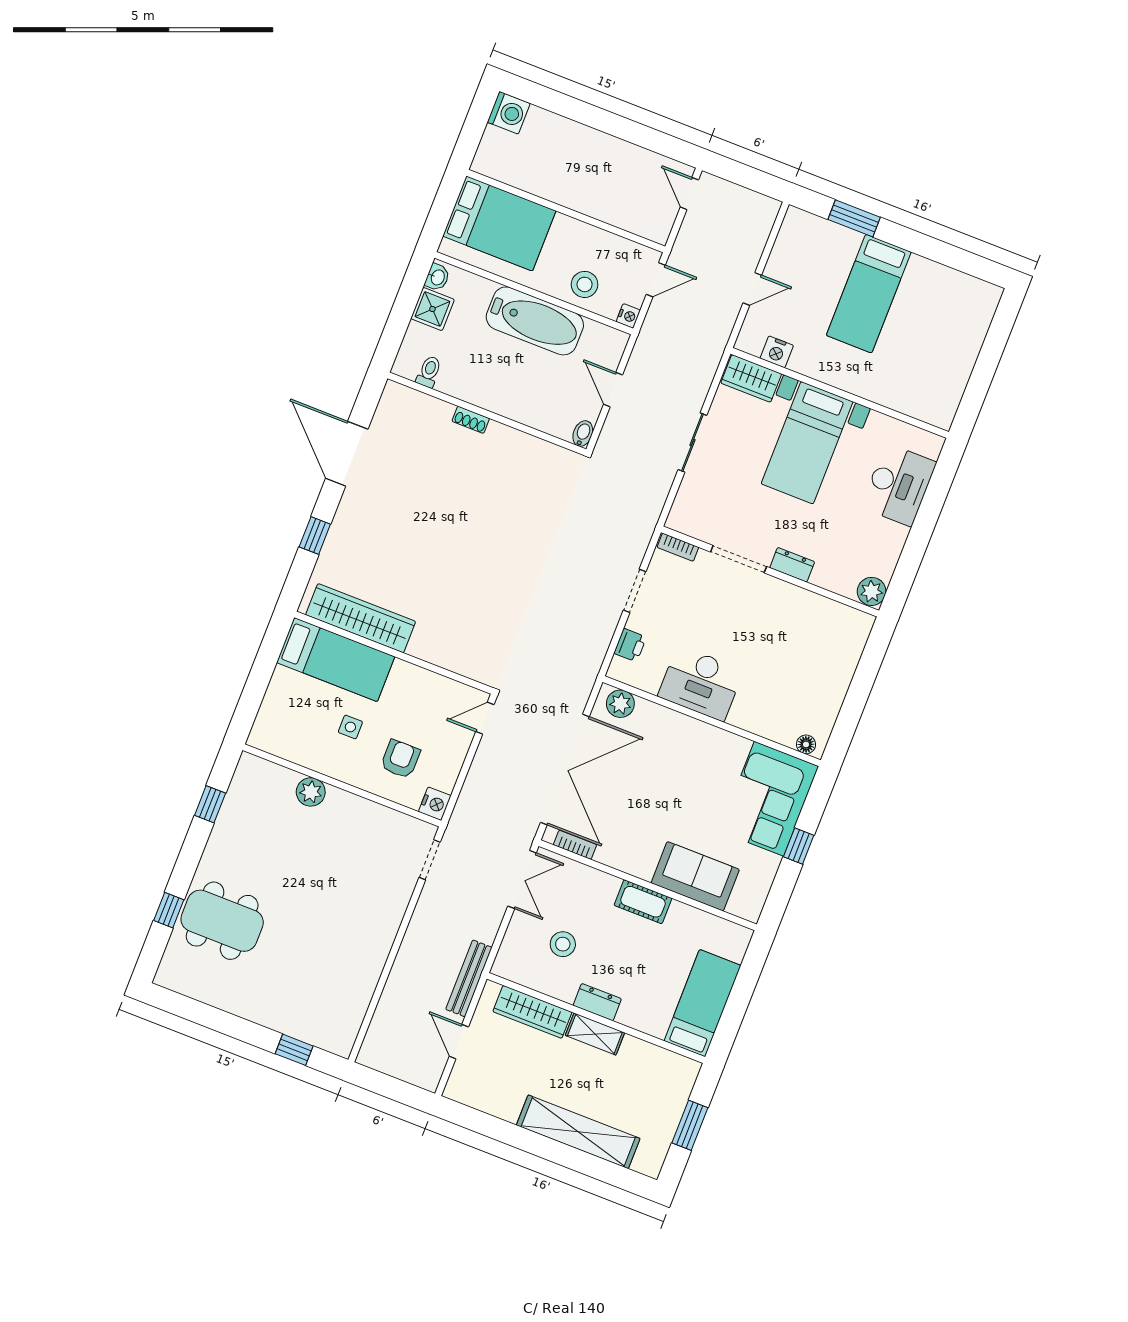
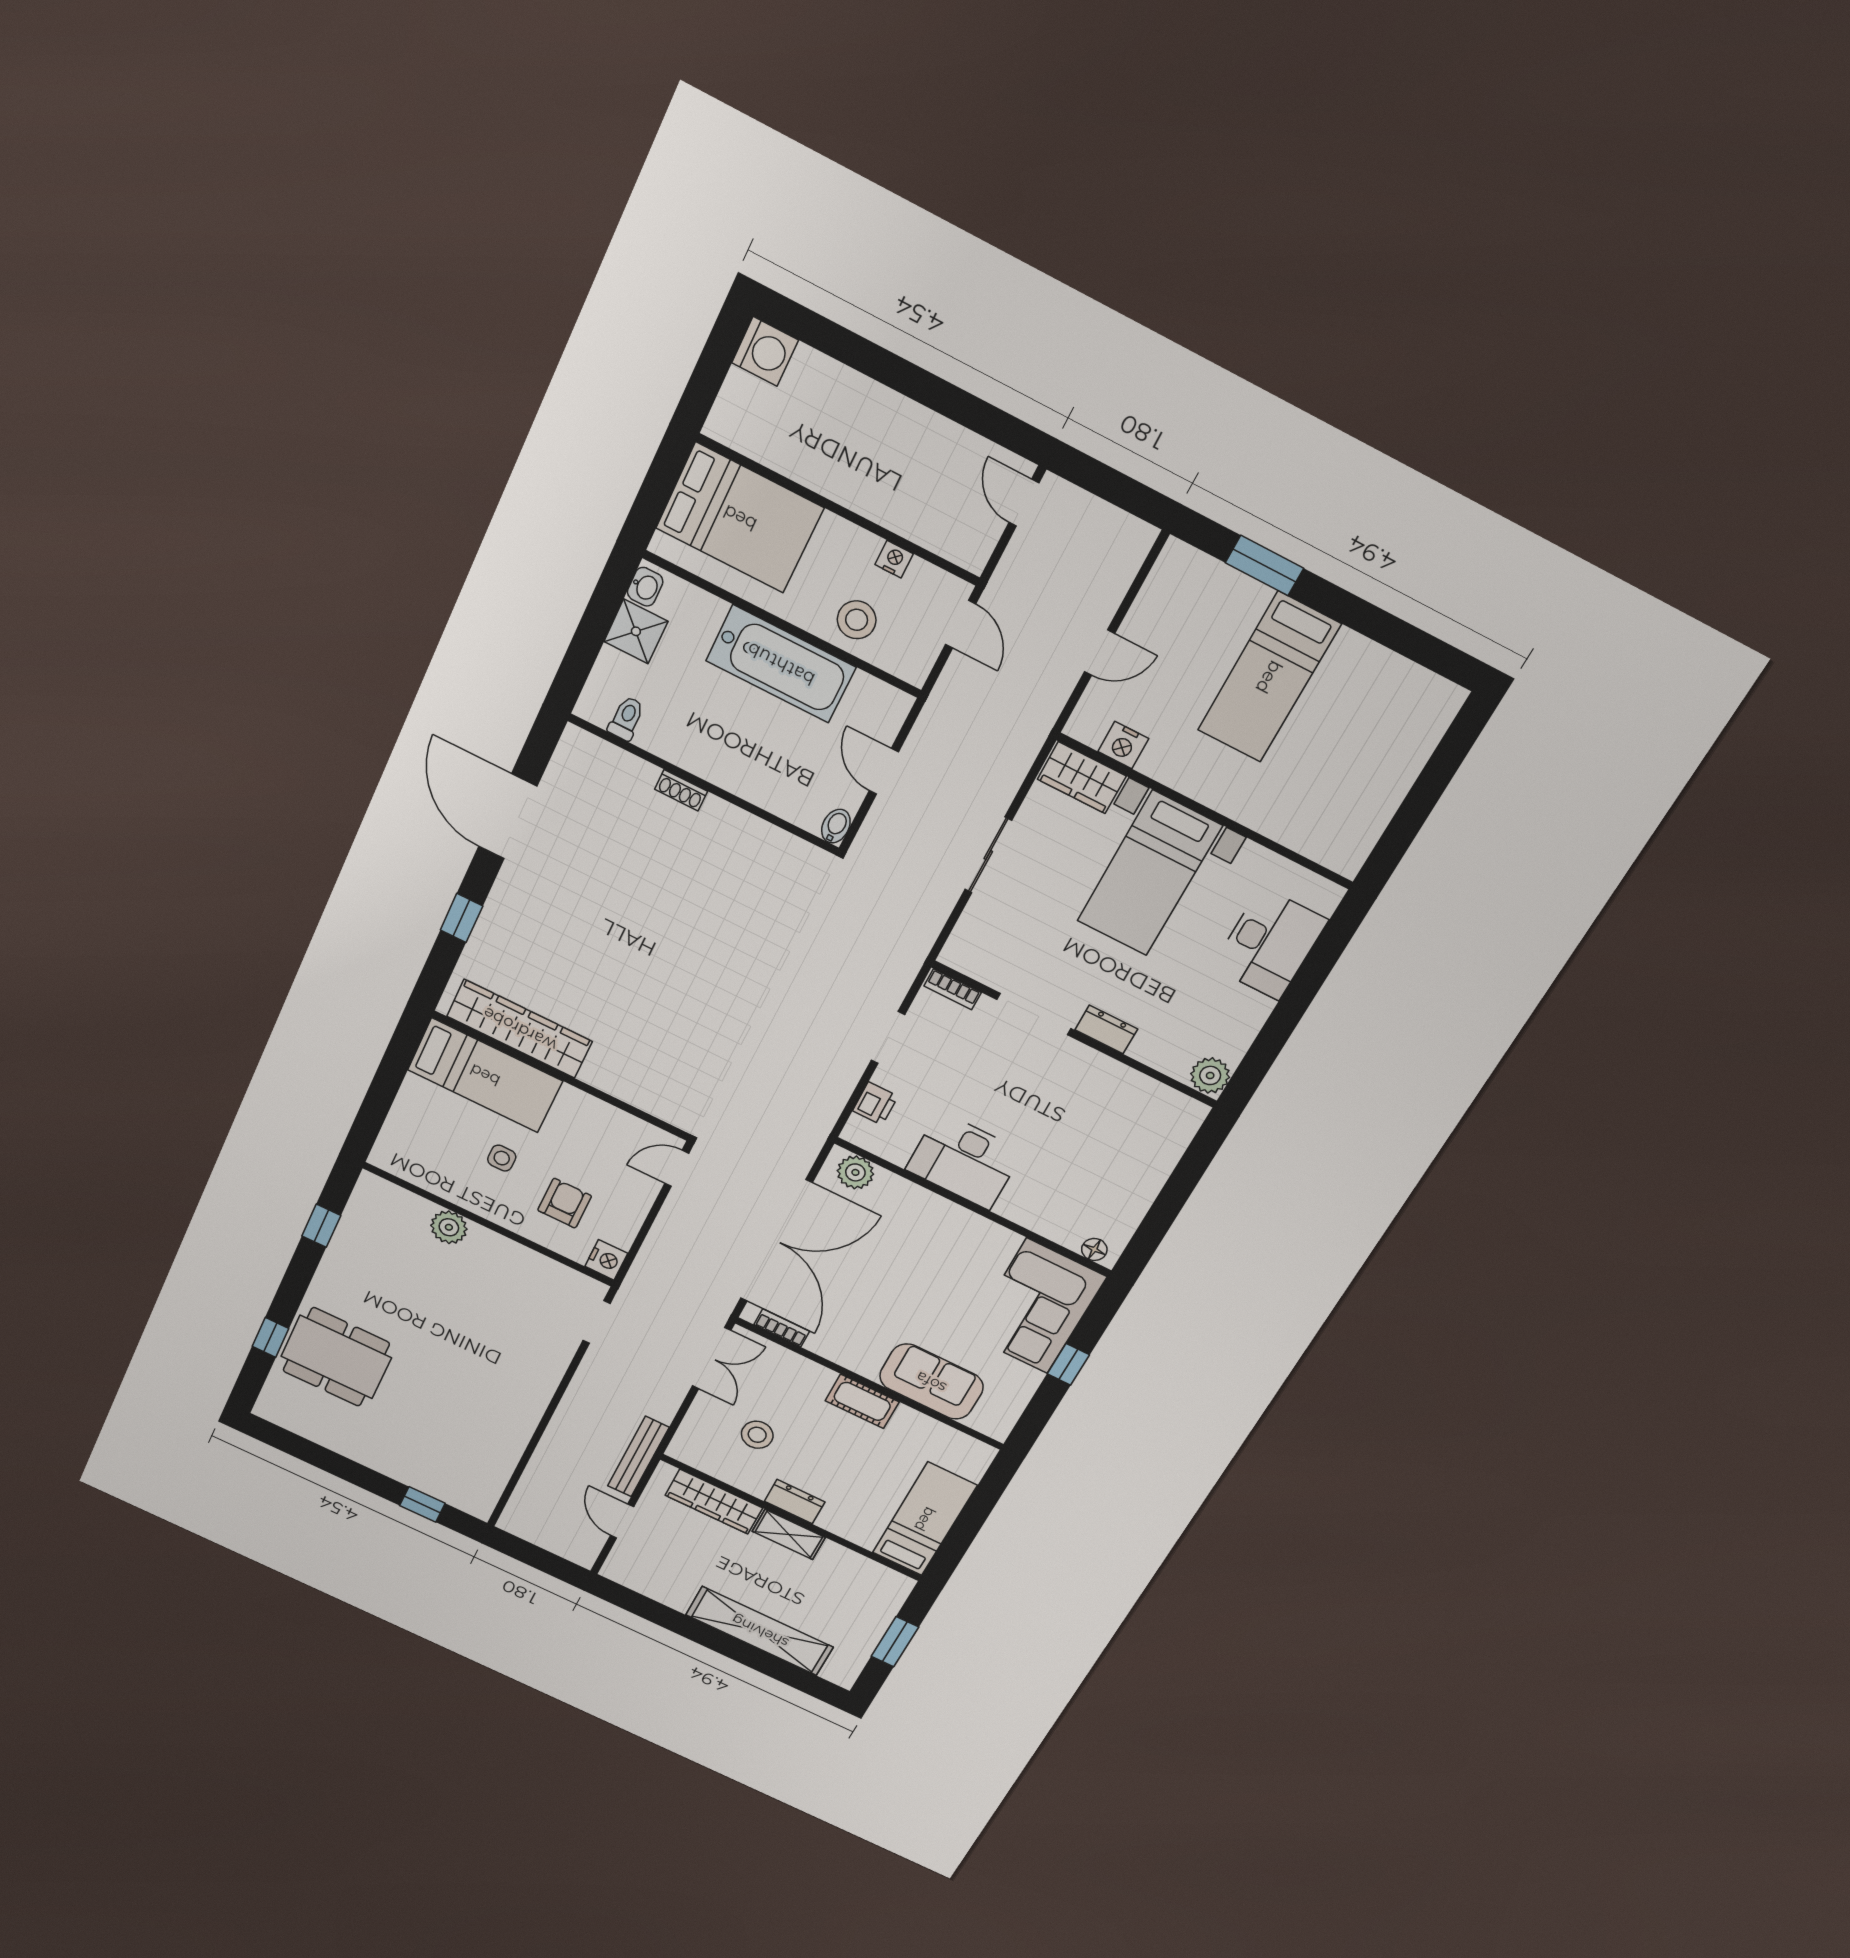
door: (656, 280) -> (961, 624), hinge flipped
nightstand: (628, 316) -> (894, 559), moved, turned -90

